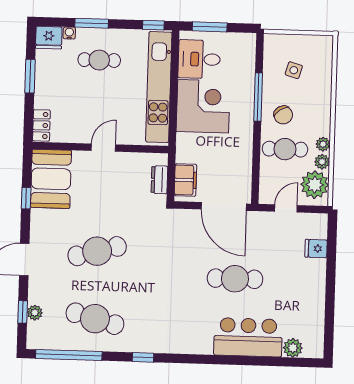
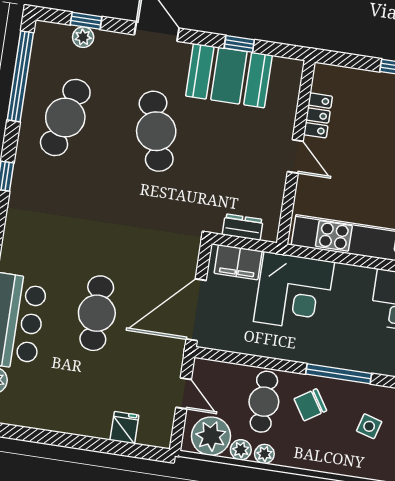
corner desk: (203, 106) -> (294, 292), moved
locker: (41, 125) -> (318, 115), moved, turned -90
booth: (51, 179) -> (229, 76), moved

